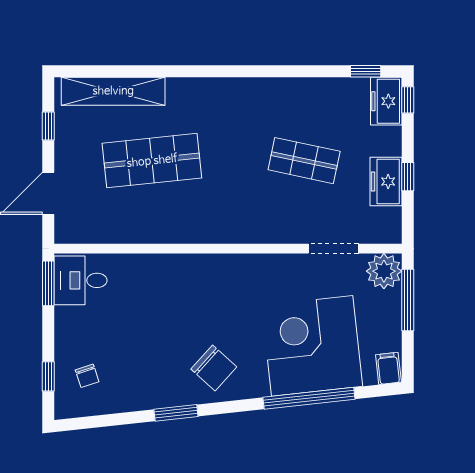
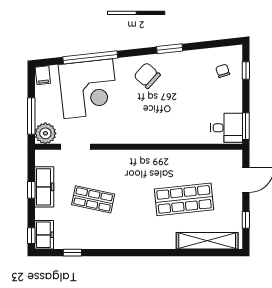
window: (366, 71) -> (72, 253), moved
freezer: (386, 182) -> (44, 187), width x1.40

